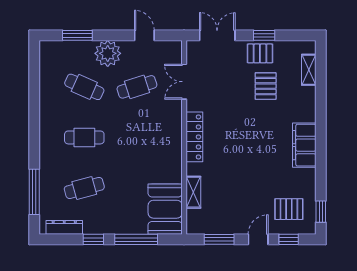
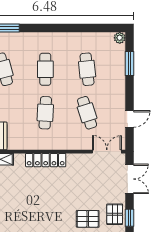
plant: (108, 53) -> (120, 38), moved, width x0.53, depth x0.53
double door: (184, 82) -> (107, 152), moved
cafe table: (84, 87) -> (87, 69), turned -30
cafe table: (137, 137) -> (45, 113), added

